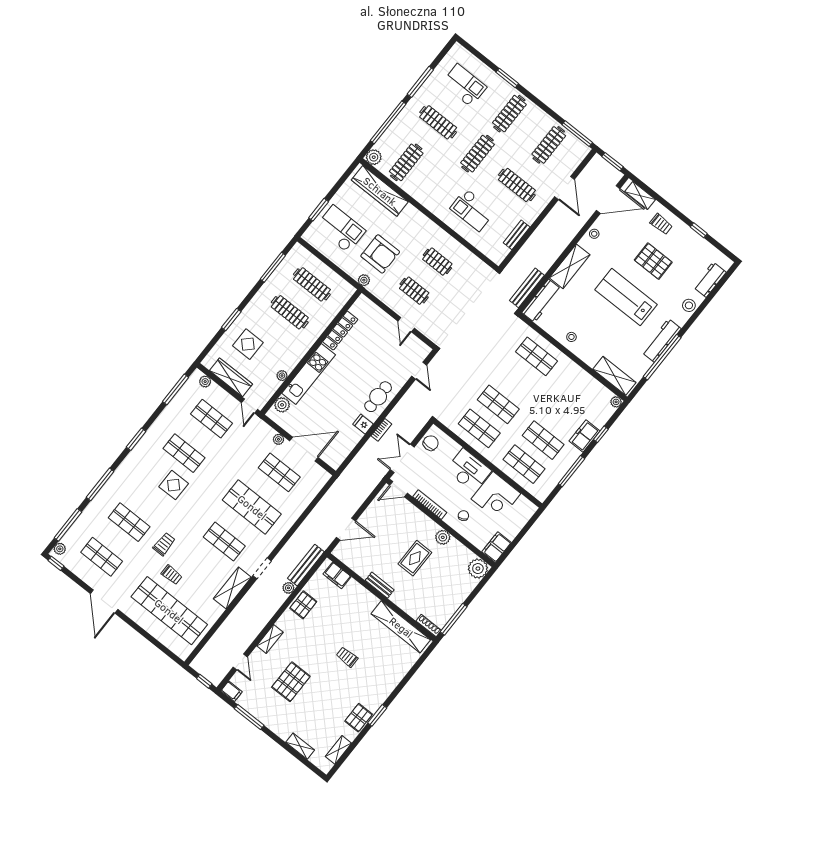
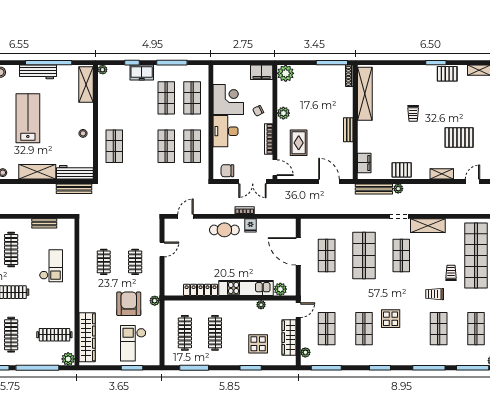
lab bench: (626, 297) -> (28, 118), turned 180
plant: (278, 439) -> (305, 273), removed
rug: (415, 558) -> (299, 143), moved, turned 90

